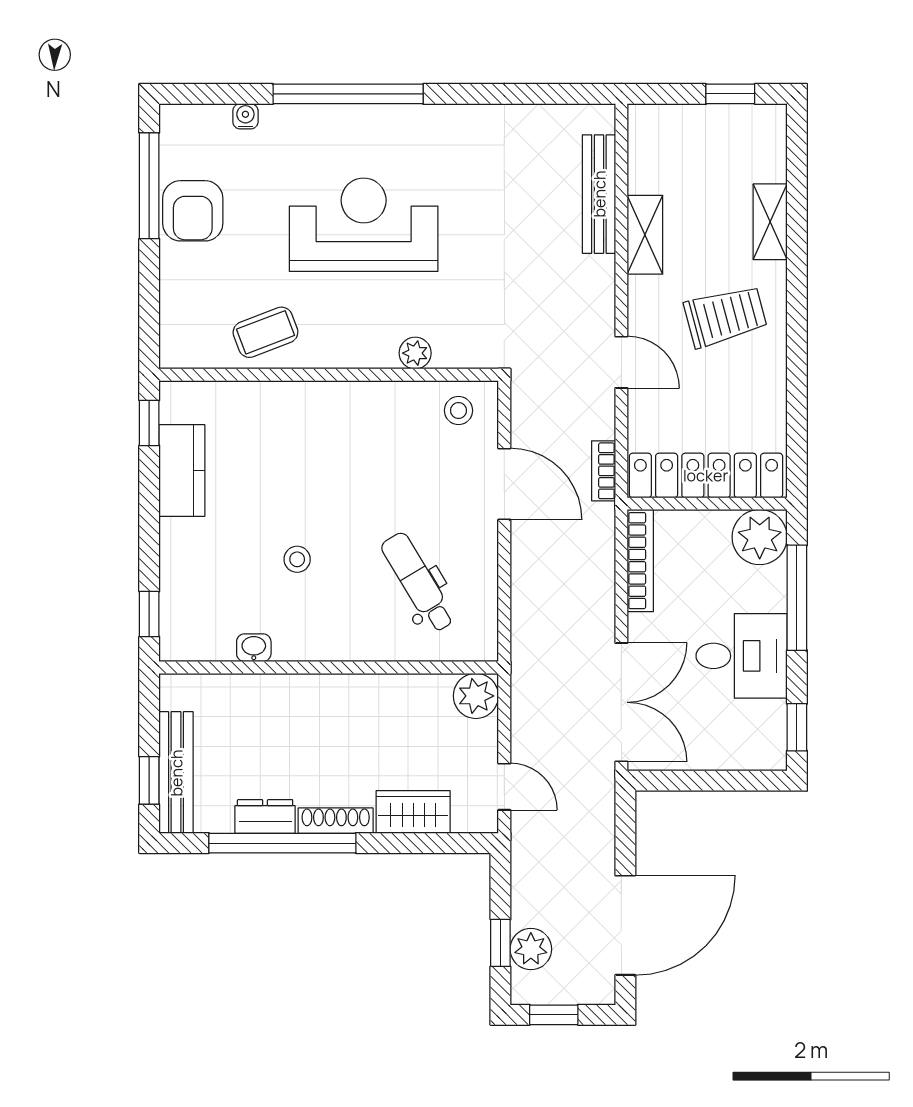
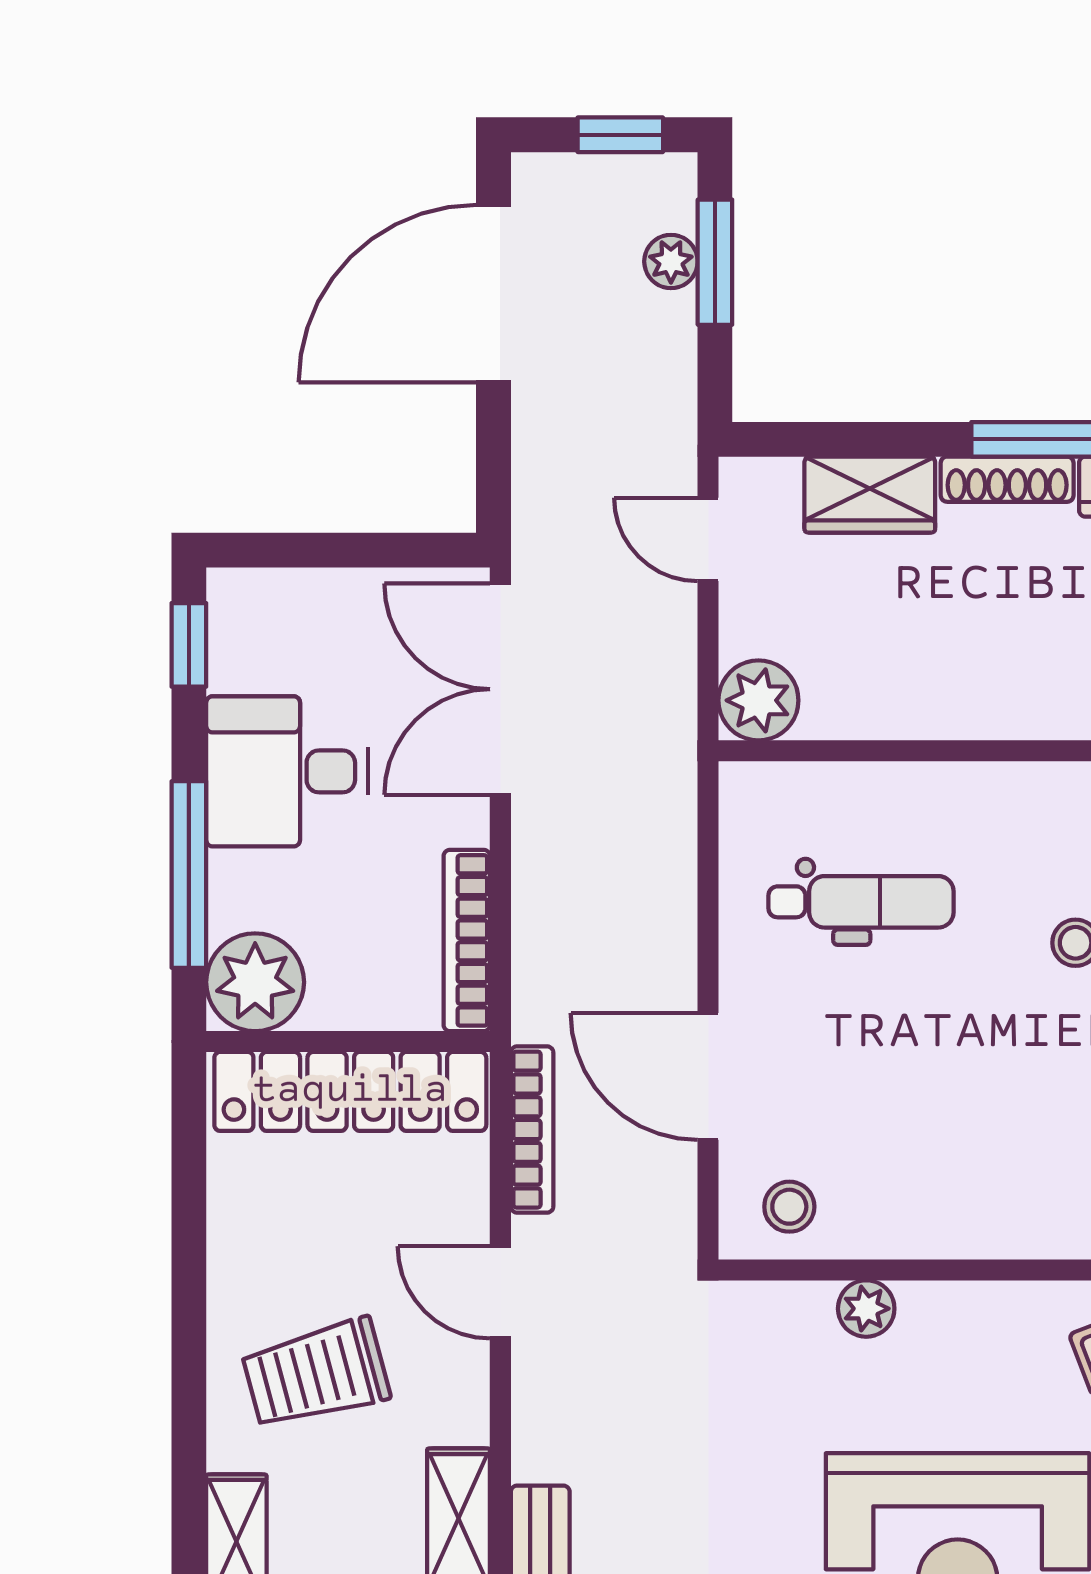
bookcase: (604, 471) -> (532, 1130), width x1.56
dental chair: (418, 582) -> (861, 902), turned -59
window: (500, 943) -> (715, 262), width x1.50
plant: (531, 949) -> (671, 261), width x0.73, depth x0.73

